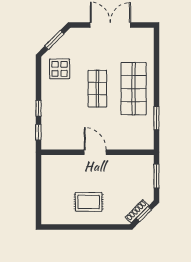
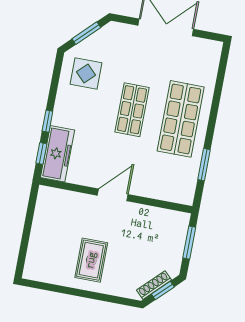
freezer: (50, 130) -> (58, 154), added
door: (95, 152) -> (113, 195), hinge flipped
rug: (89, 202) -> (91, 260), turned 90

